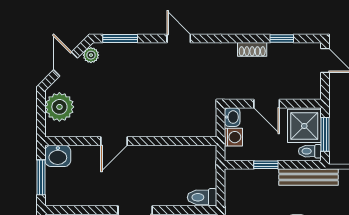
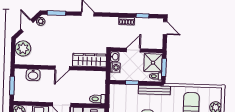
door: (267, 104) -> (133, 50), swing flipped
wardrobe: (185, 125) -> (90, 60), added
door: (114, 141) -> (62, 68), moved
washbasin: (58, 156) -> (33, 75), moved

